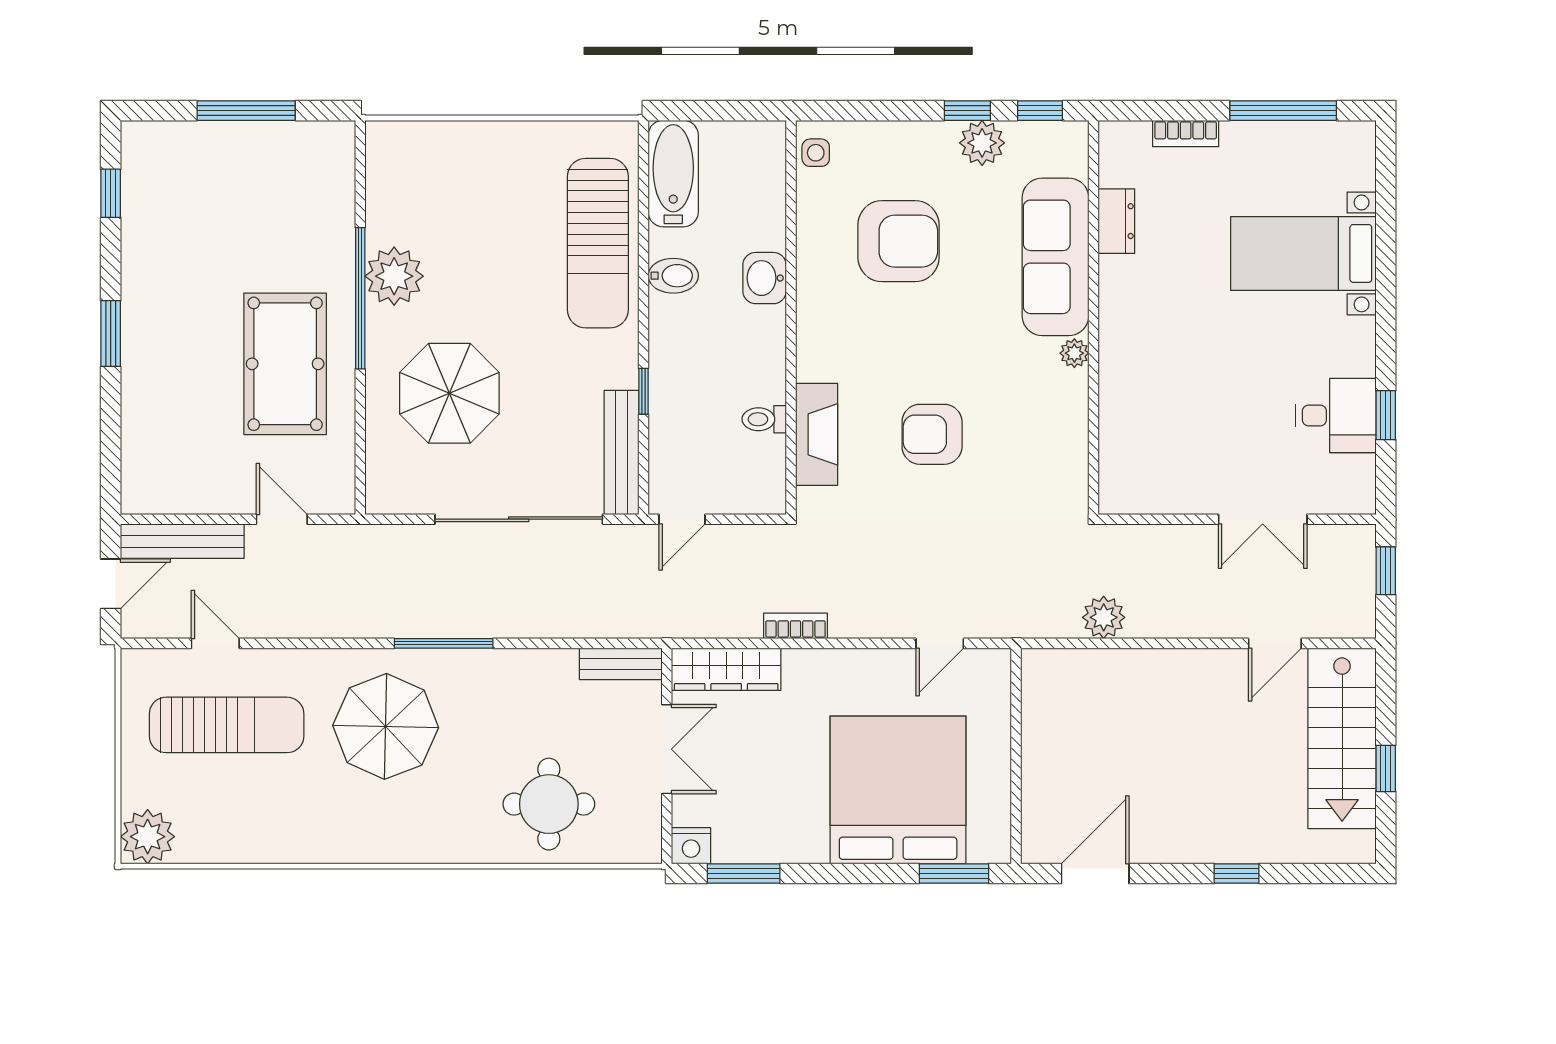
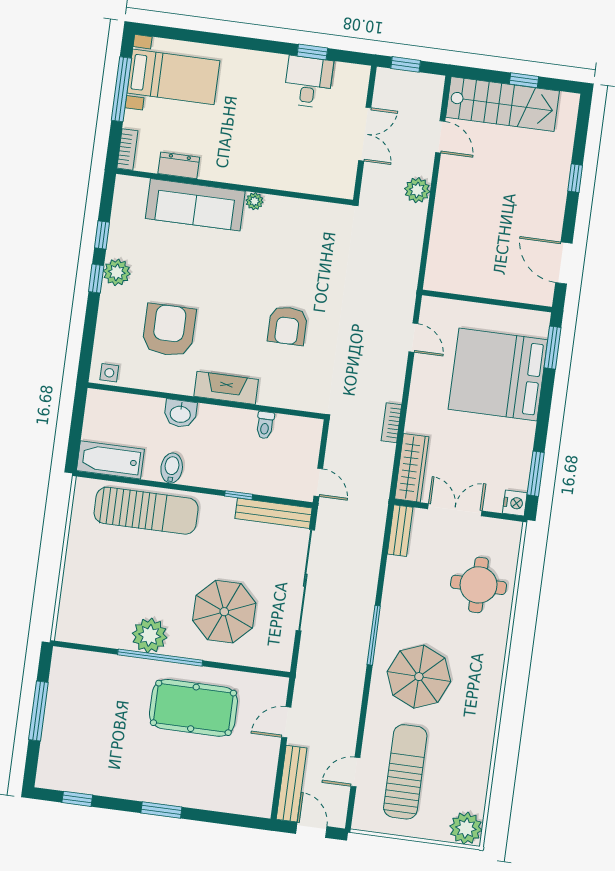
dresser: (1116, 221) -> (179, 165), moved
bed with nightstands: (1303, 253) -> (173, 77), moved, turned -90
sofa: (1055, 257) -> (195, 205), moved
wall: (1094, 317) -> (235, 187), moved
plant: (1074, 353) -> (255, 201), moved
fireplace: (817, 434) -> (226, 388), moved
plant: (1104, 617) -> (417, 190), moved

